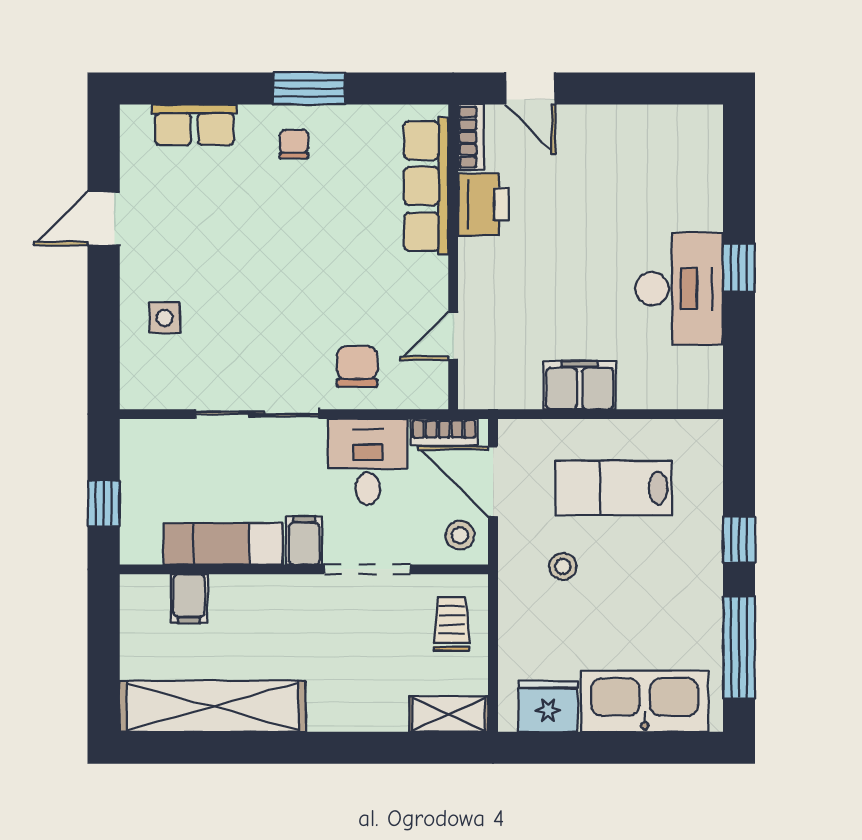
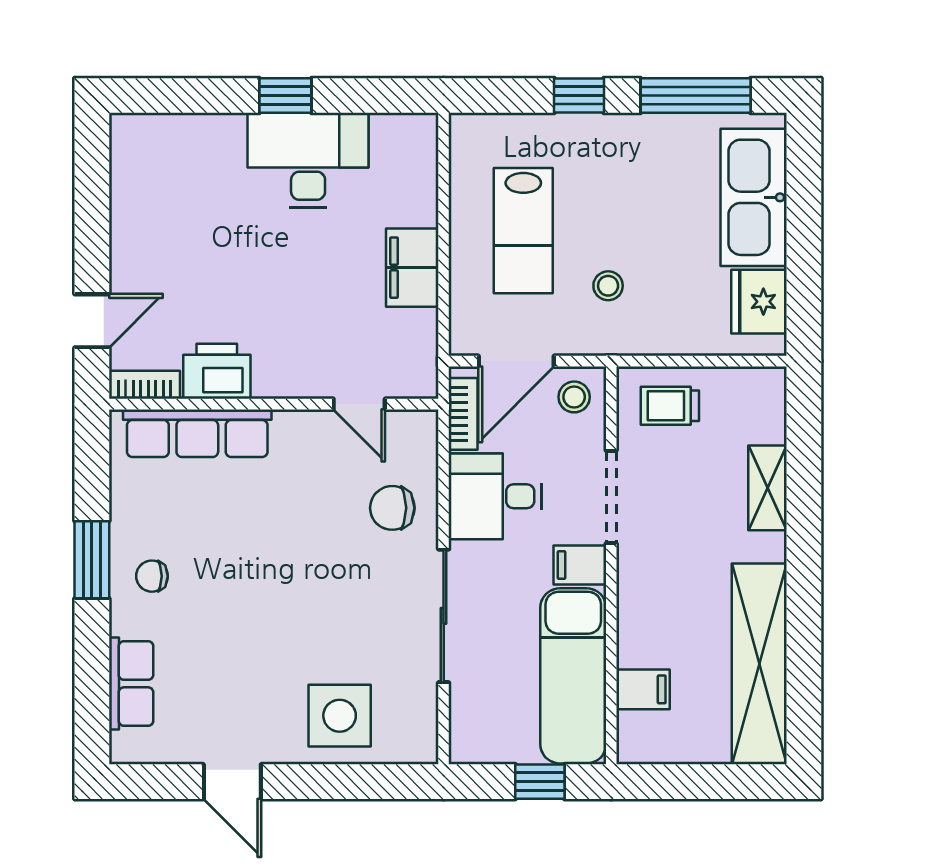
side table: (165, 318) -> (340, 716), width x1.87, depth x1.87
exam couch: (223, 544) -> (573, 676), width x1.36, depth x1.45
shelving: (449, 714) -> (767, 488), moved

